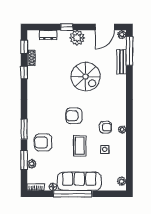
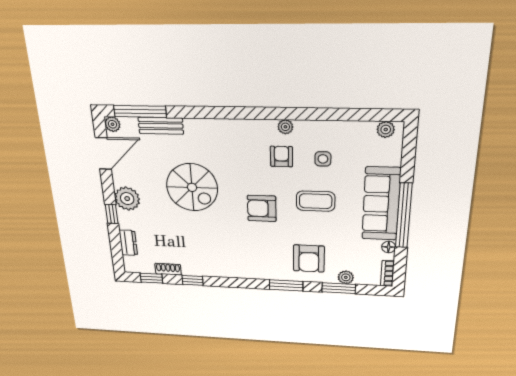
door: (105, 27) -> (103, 153), hinge flipped
spiral stairs: (86, 77) -> (192, 187), turned 90
armchair: (74, 116) -> (262, 208), turned 90

